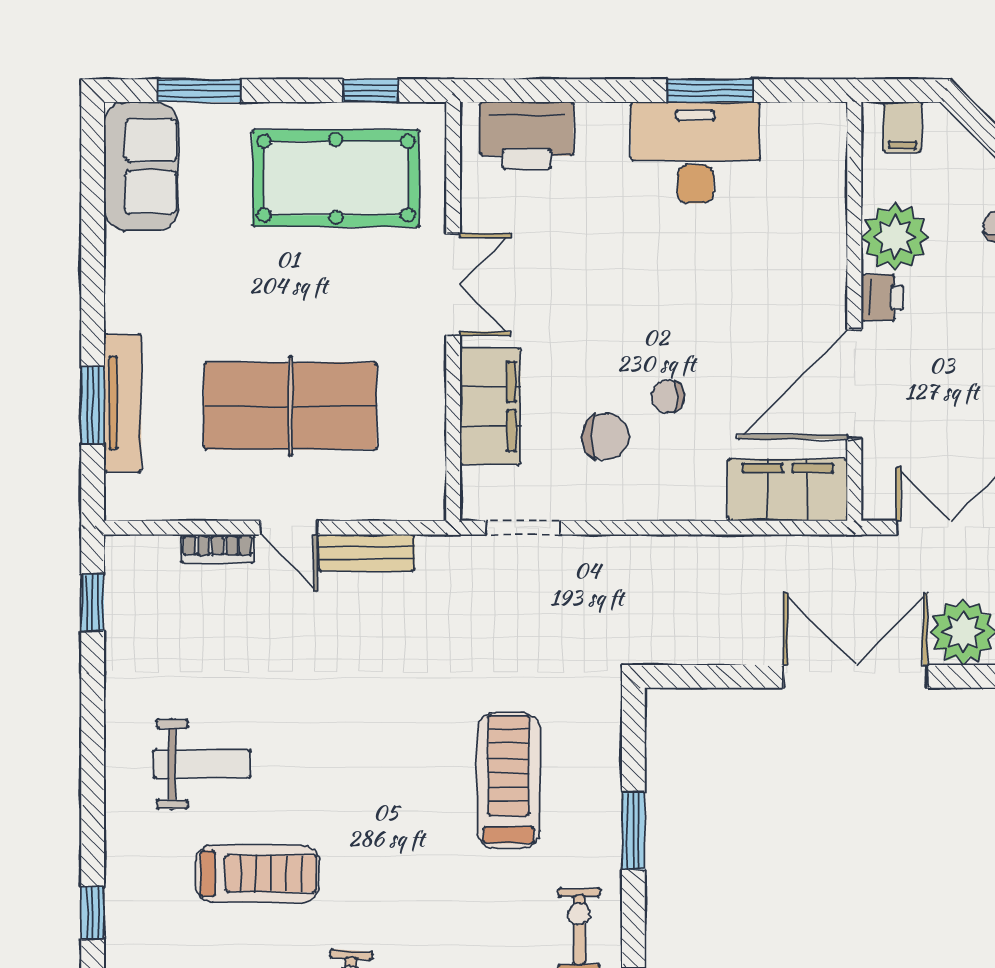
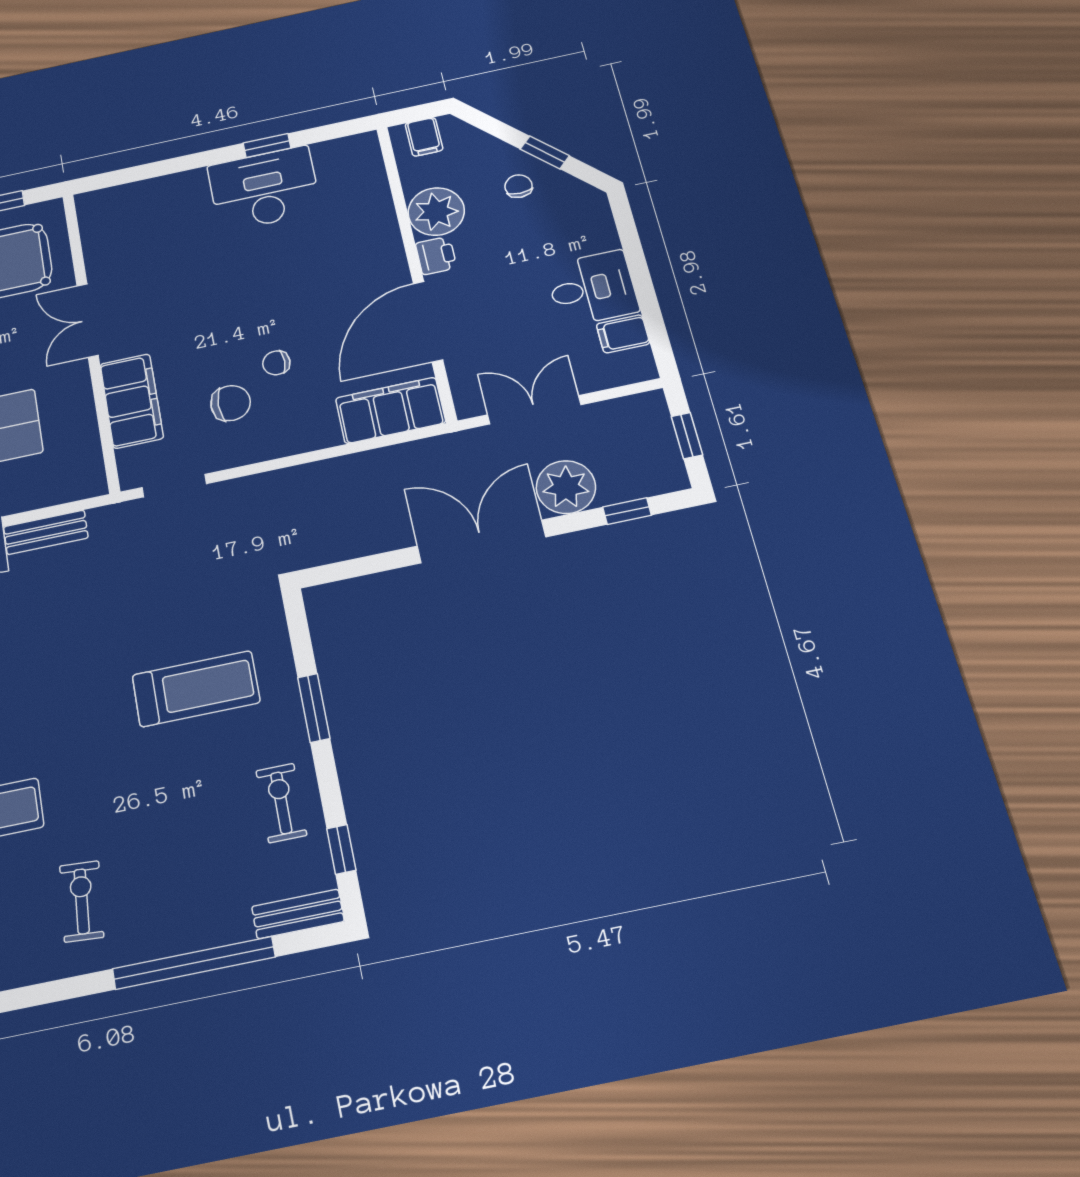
window: (710, 91) -> (267, 145), width x0.67
printer: (527, 135) -> (129, 206), removed
double door: (453, 285) -> (88, 320), swing flipped
treadmill: (509, 780) -> (196, 689), turned 90

